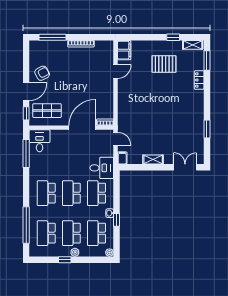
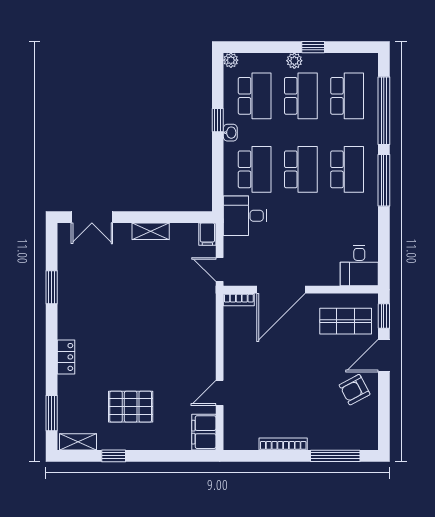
locker: (199, 80) -> (66, 357), moved
window: (26, 153) -> (384, 180), moved

